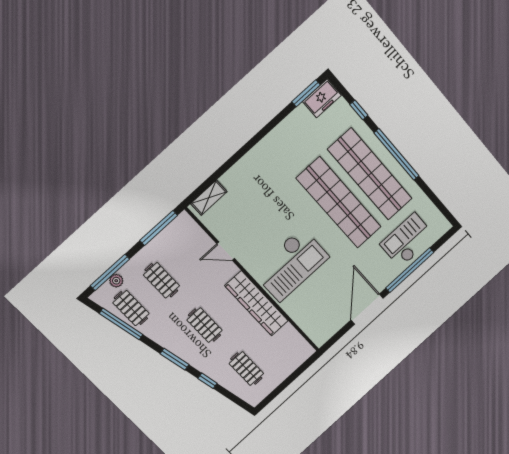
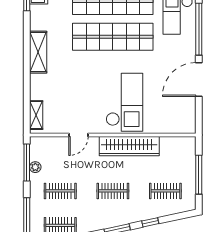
shelving: (266, 148) -> (38, 52), added
plant: (116, 281) -> (35, 167), moved
door: (367, 309) -> (199, 79), hinge flipped
window: (286, 383) -> (199, 175), added

